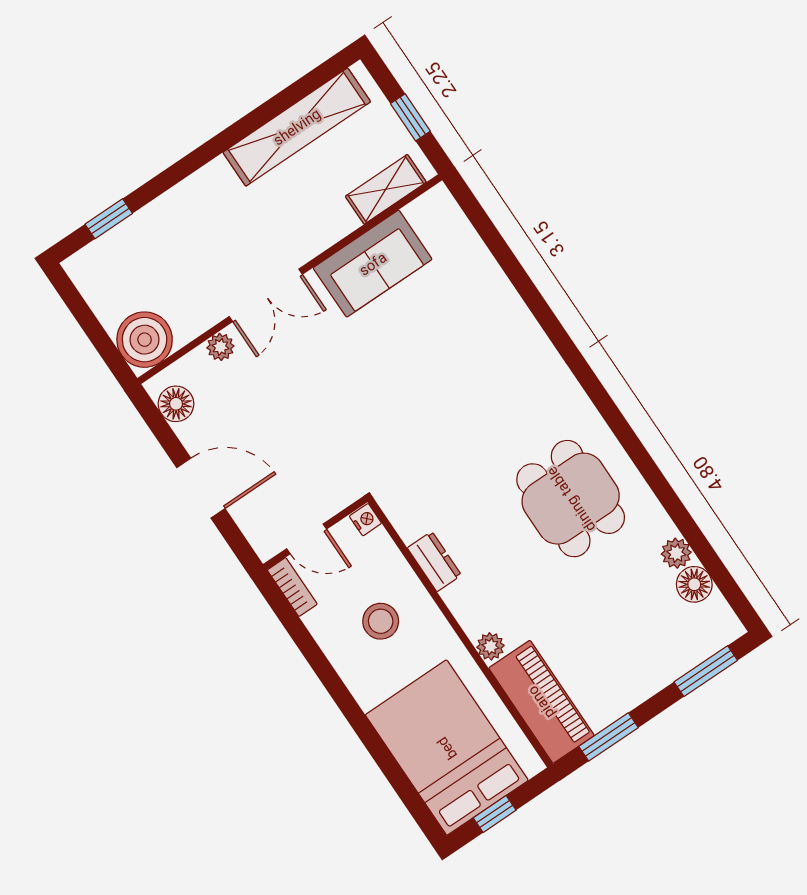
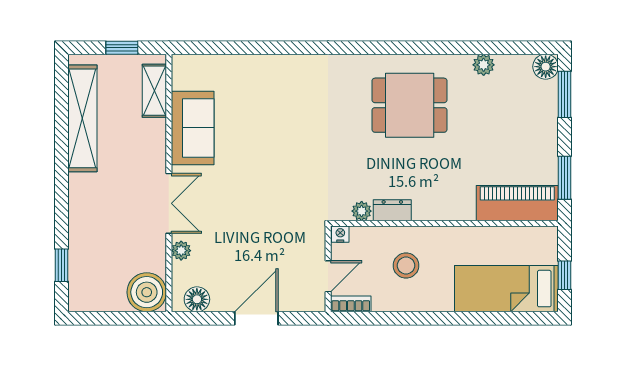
floor lamp: (694, 584) -> (546, 67), moved
plant: (490, 646) -> (362, 211), moved
bed: (447, 748) -> (506, 289), width x0.67

